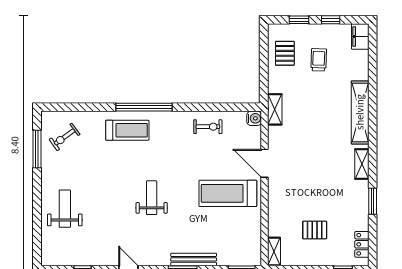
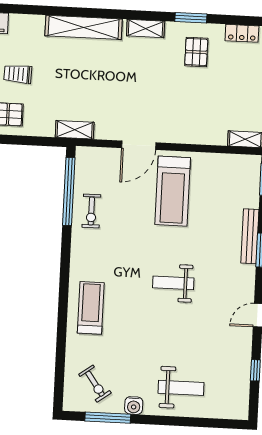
window: (144, 107) -> (69, 191), moved
water cooler: (254, 118) -> (134, 406), moved, turned 180
exercise bike: (208, 127) -> (91, 211), turned 180
weight bench: (65, 209) -> (181, 388), turned 180
pallet: (315, 230) -> (196, 52), moved

